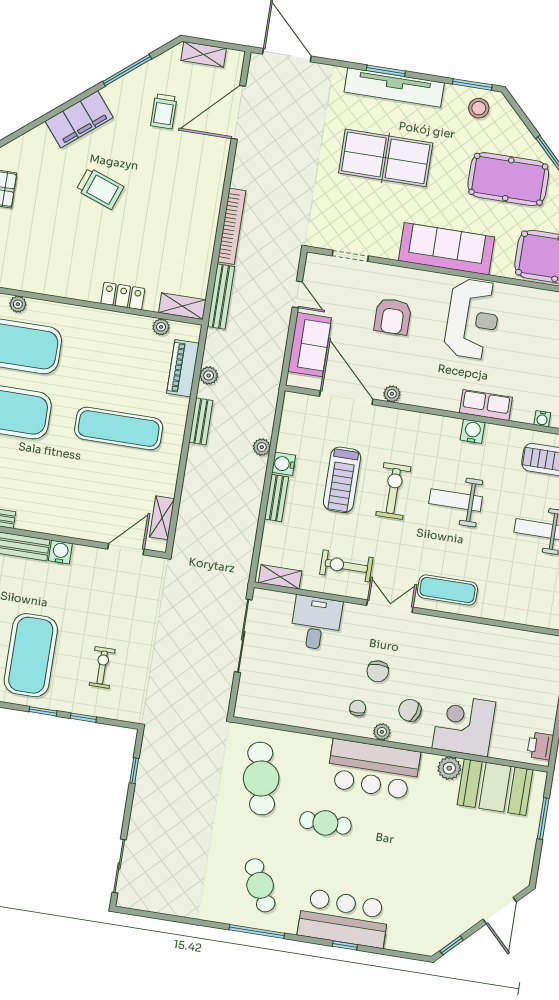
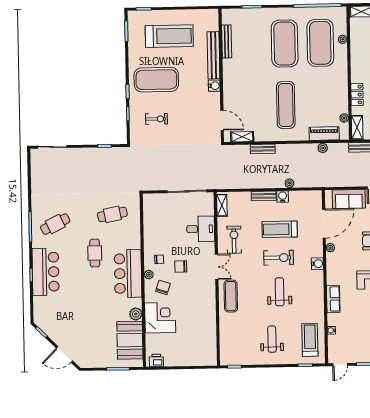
bench: (201, 421) -> (263, 149), moved
water cooler: (473, 431) -> (317, 264), moved
cafe table: (261, 779) -> (112, 214), width x0.73, depth x0.74

